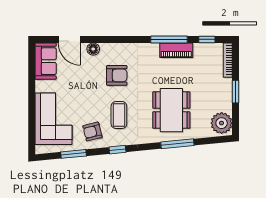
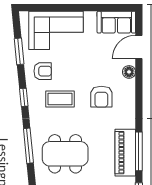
piano: (176, 50) -> (125, 153), width x1.37, depth x1.33
armchair: (92, 132) -> (43, 71), turned 104
window: (177, 144) -> (28, 146), moved

